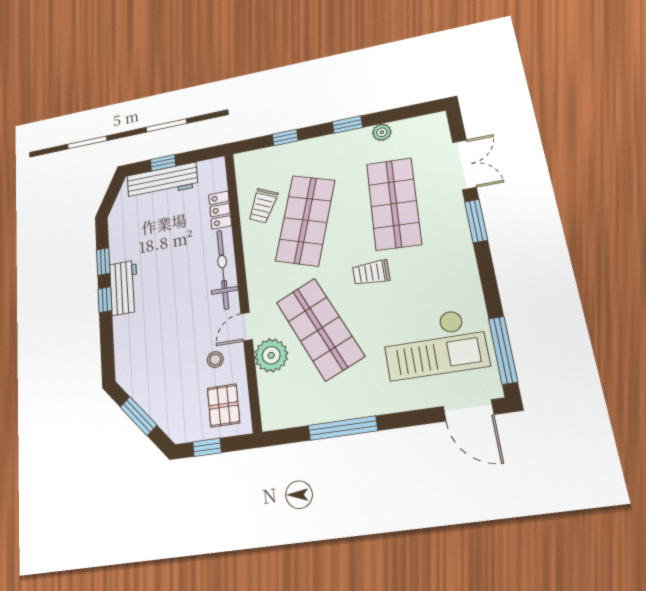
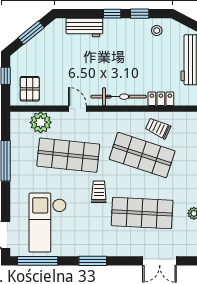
window: (476, 221) -> (93, 261), moved
workbench: (124, 288) -> (84, 28), moved
shop shelf: (320, 329) -> (68, 155), turned 30
plant: (271, 355) -> (41, 122), moved
stool: (215, 359) -> (157, 31), moved
pallet: (224, 405) -> (30, 89), turned 90

